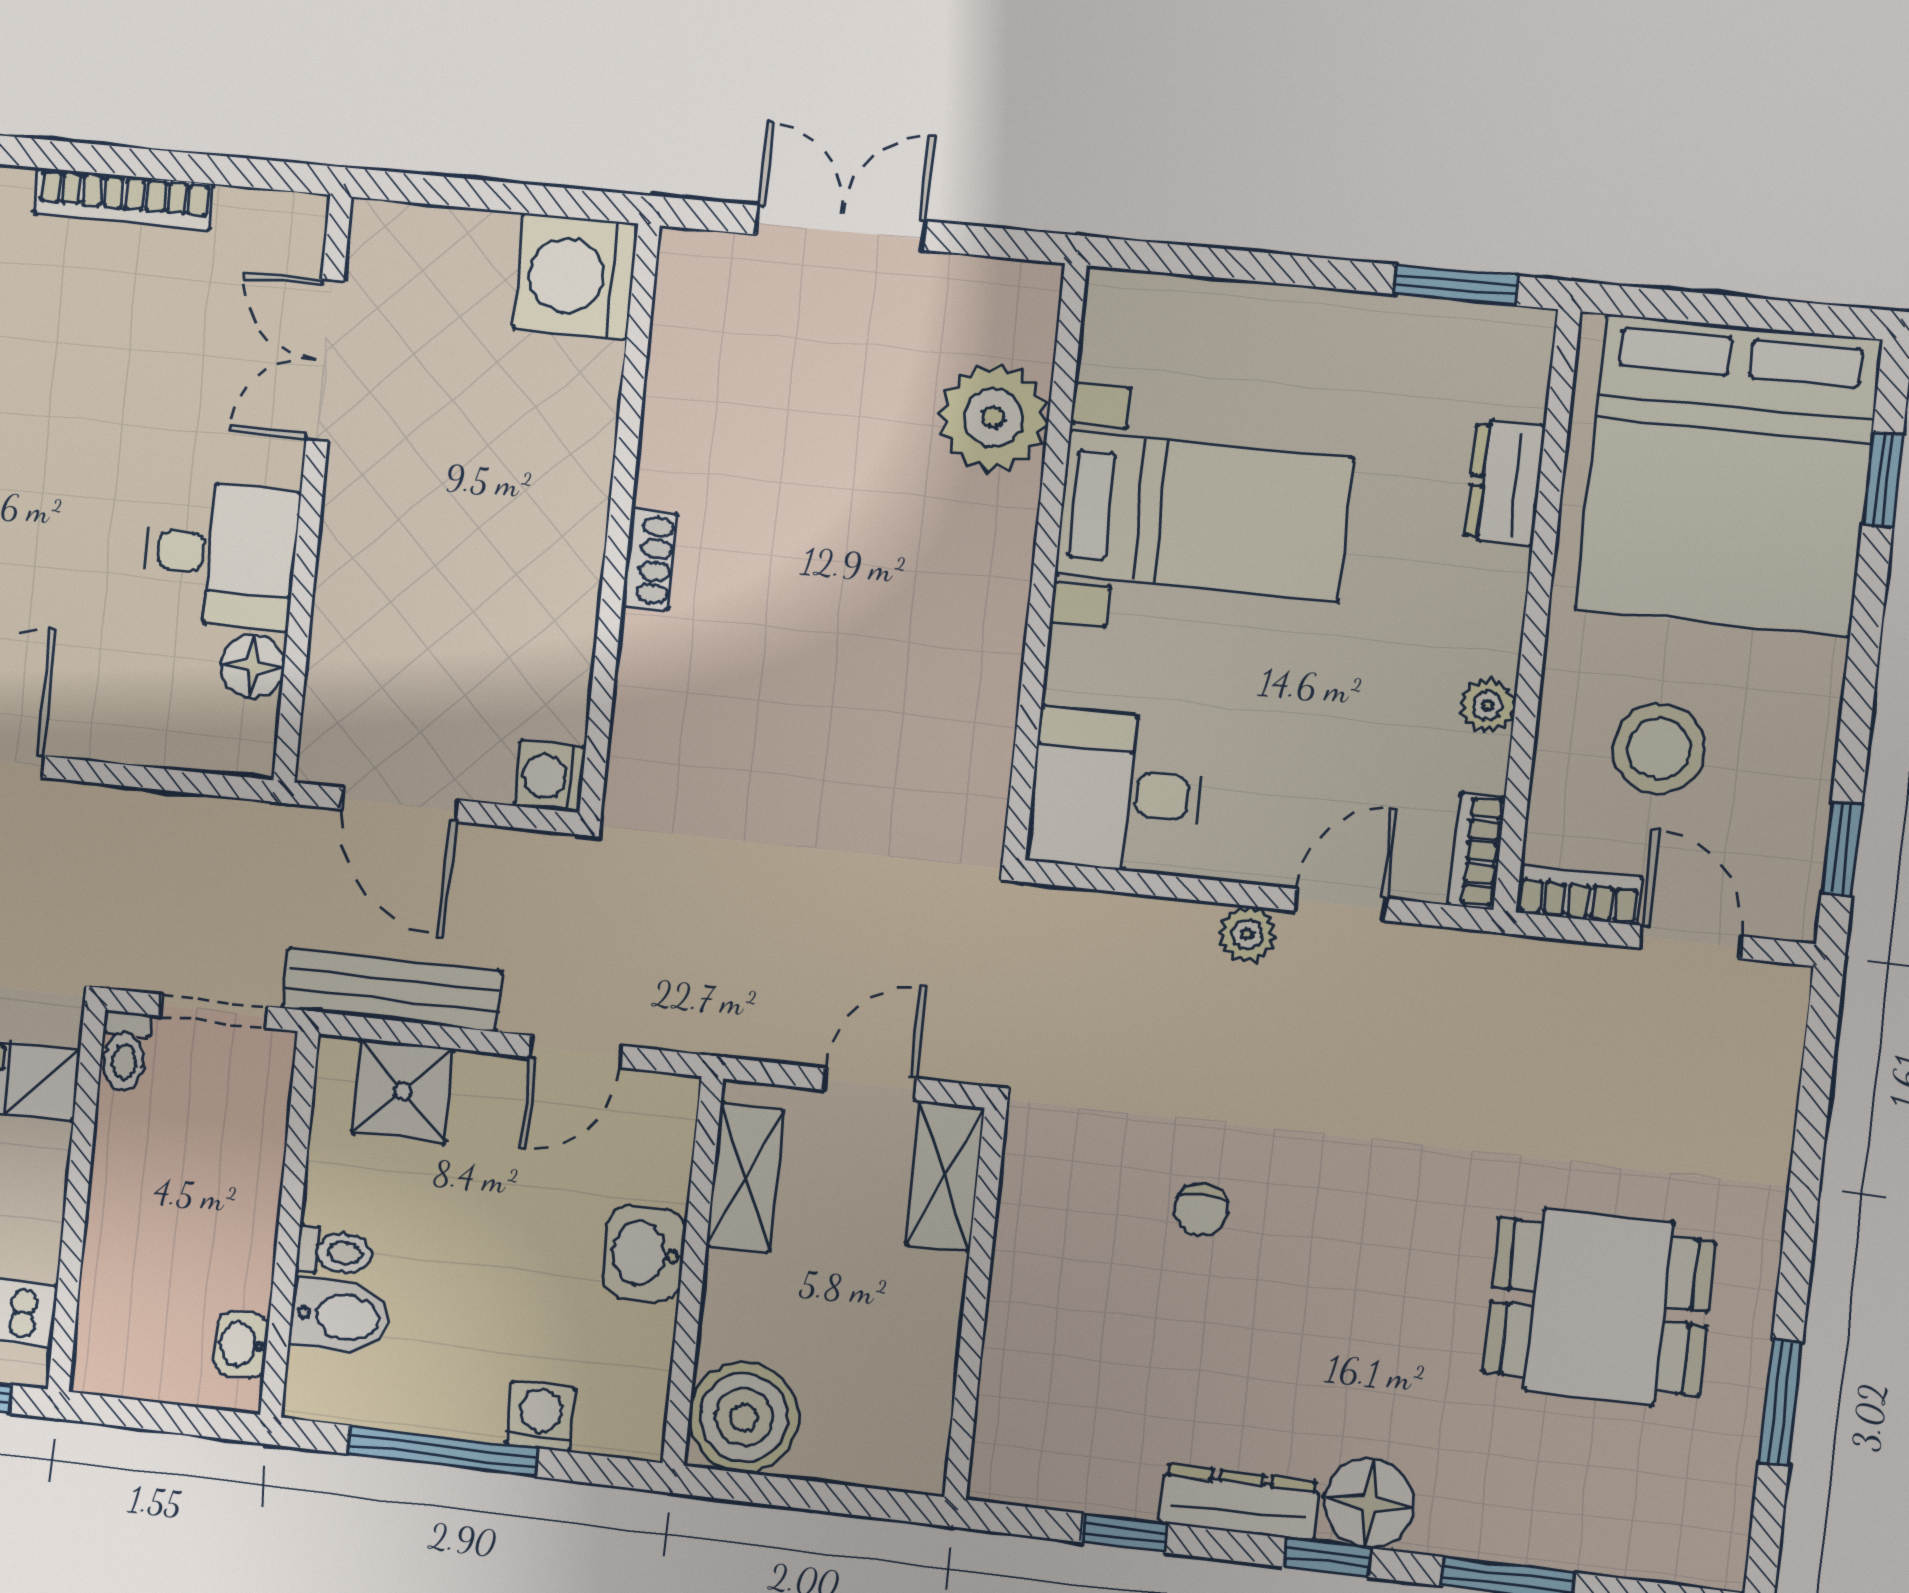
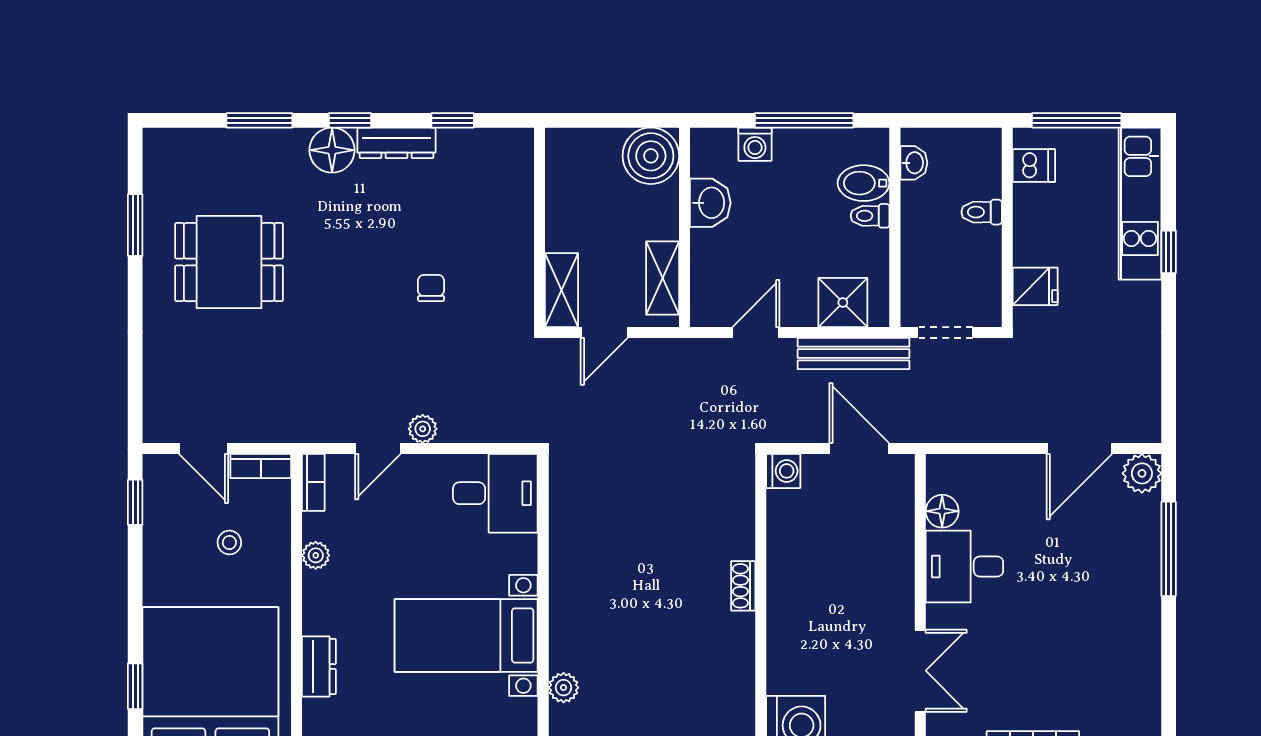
plant: (993, 417) -> (564, 688), width x0.53, depth x0.53
stool: (1659, 749) -> (229, 543), width x0.53, depth x0.53
toilet: (125, 1051) -> (982, 212), moved, turned -90
washbasin: (644, 1254) -> (710, 203), moved

